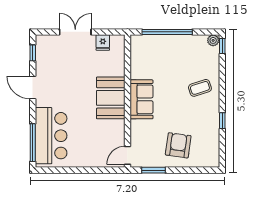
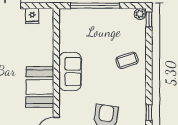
booth: (111, 98) -> (40, 87), moved
window: (222, 121) -> (149, 113), moved

